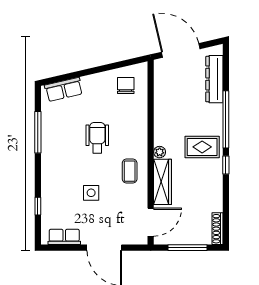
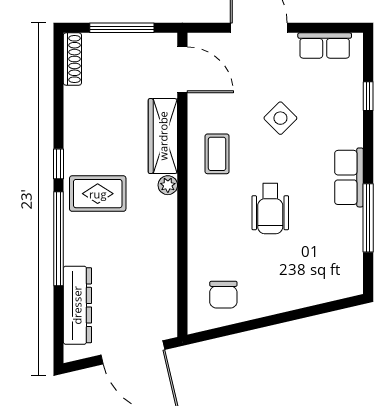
row of seats: (64, 89) -> (349, 177), moved, turned -77
side table: (91, 193) -> (280, 118), turned 45
door: (151, 222) -> (182, 70), swing flipped

